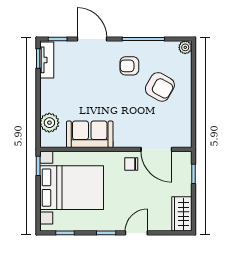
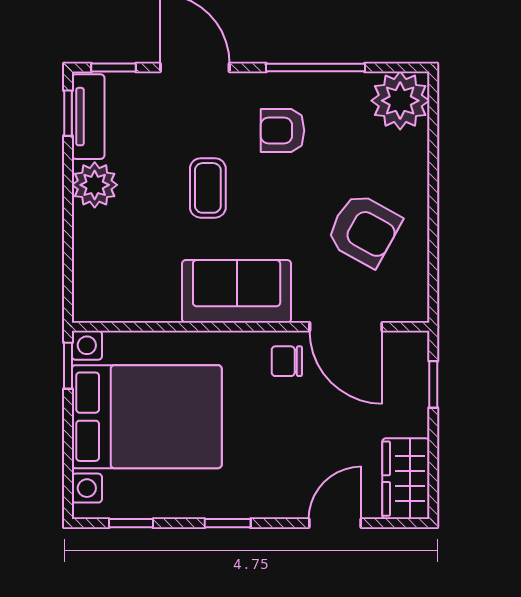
plant: (185, 47) -> (400, 101), width x1.88, depth x1.88
armchair: (160, 87) -> (364, 230), moved
coffee table: (98, 90) -> (208, 188), added
plant: (49, 123) -> (95, 185), moved
sofa: (90, 134) -> (237, 291), moved
door: (136, 233) -> (335, 523), moved

